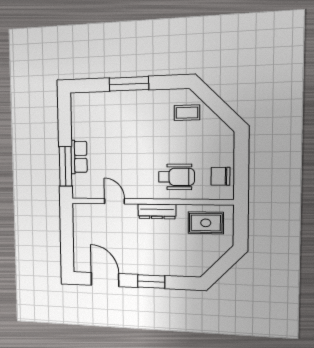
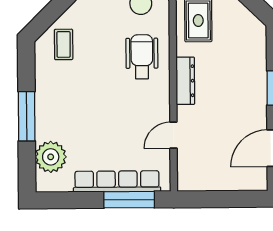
plant: (97, 104) -> (51, 157), added
row of seats: (79, 157) -> (117, 181), width x2.02

